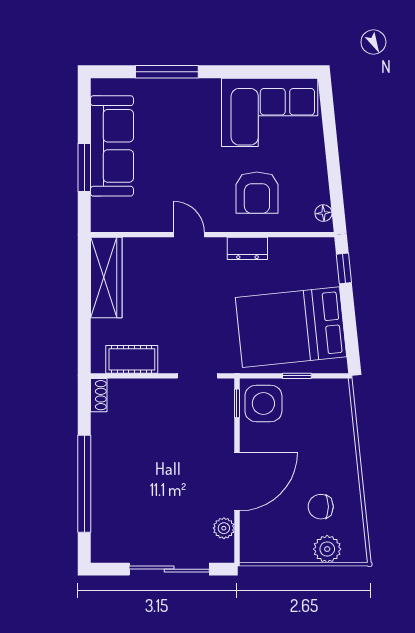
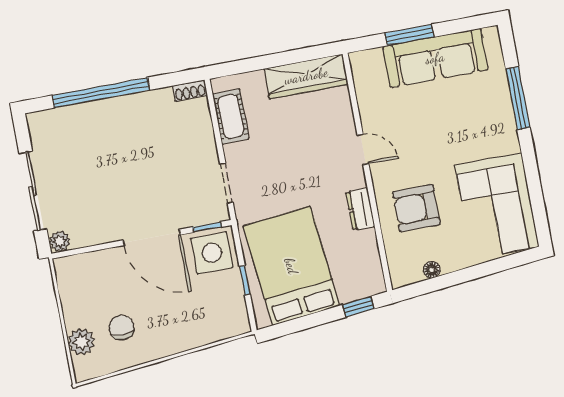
floor lamp: (323, 213) -> (432, 270), moved
door: (189, 235) -> (363, 149), hinge flipped
door: (237, 482) -> (152, 237), moved
plant: (224, 528) -> (60, 241), moved

